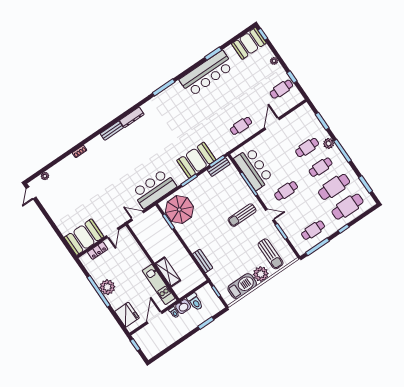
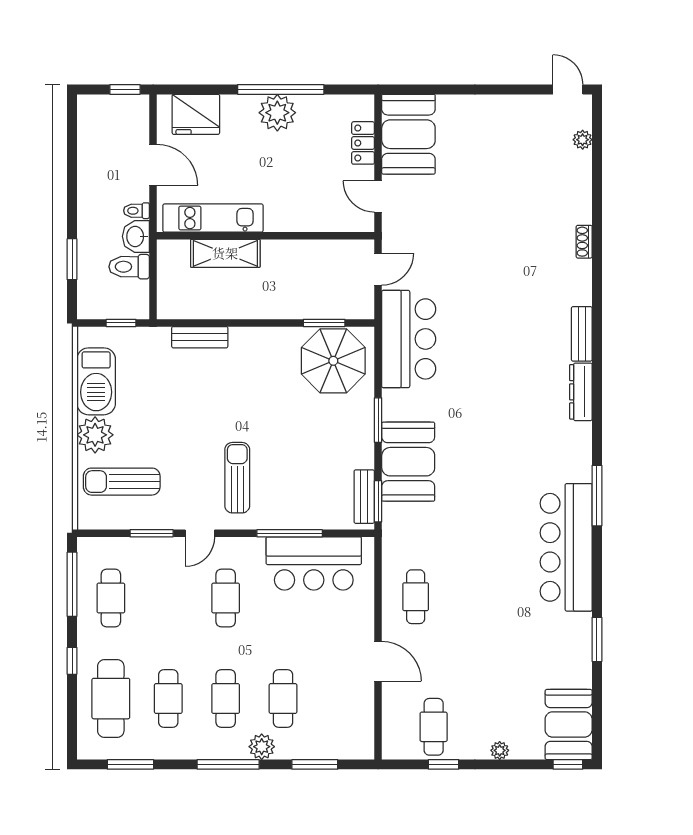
bar counter: (207, 74) -> (566, 547), moved
cafe table: (334, 187) -> (168, 699), width x0.73, depth x0.74

